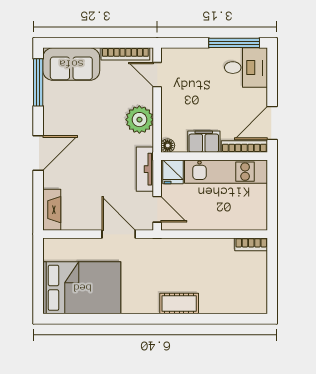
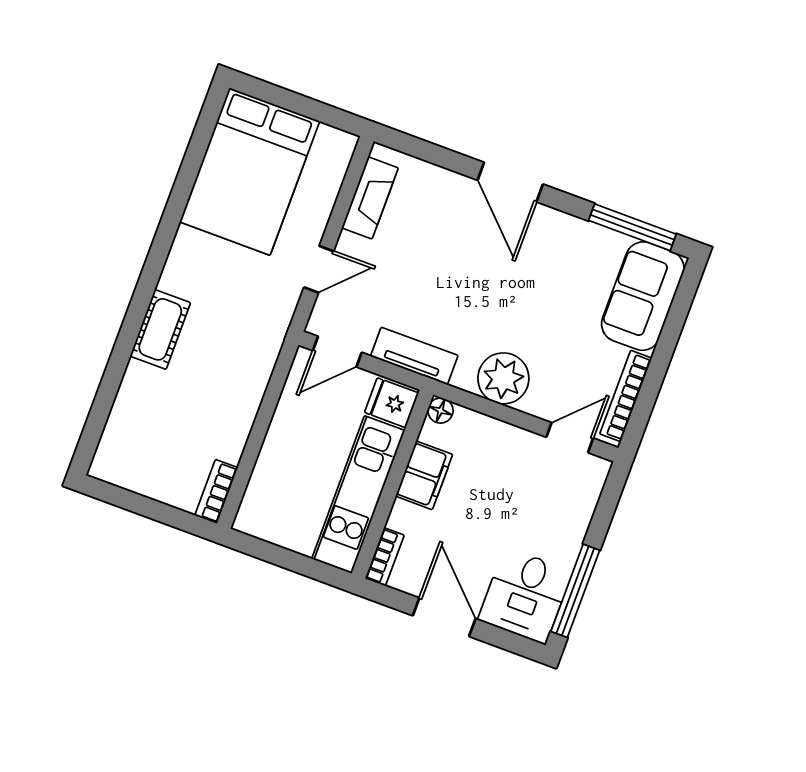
door: (272, 123) -> (444, 617), moved
bookcase: (244, 146) -> (385, 557), width x0.64
fireplace: (52, 210) -> (370, 198), moved, turned -90
door: (119, 234) -> (319, 269), width x0.73

